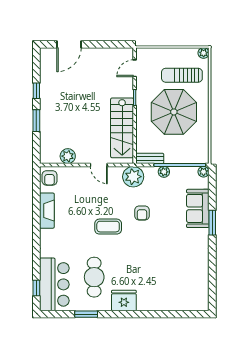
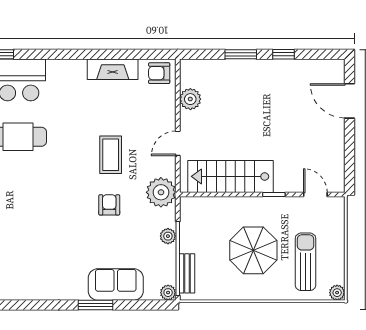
parasol: (174, 112) -> (253, 250), width x0.73, depth x0.73
bench: (150, 158) -> (187, 273), moved
armchair: (142, 213) -> (109, 205), turned 90
coffee table: (108, 227) -> (111, 155), moved

